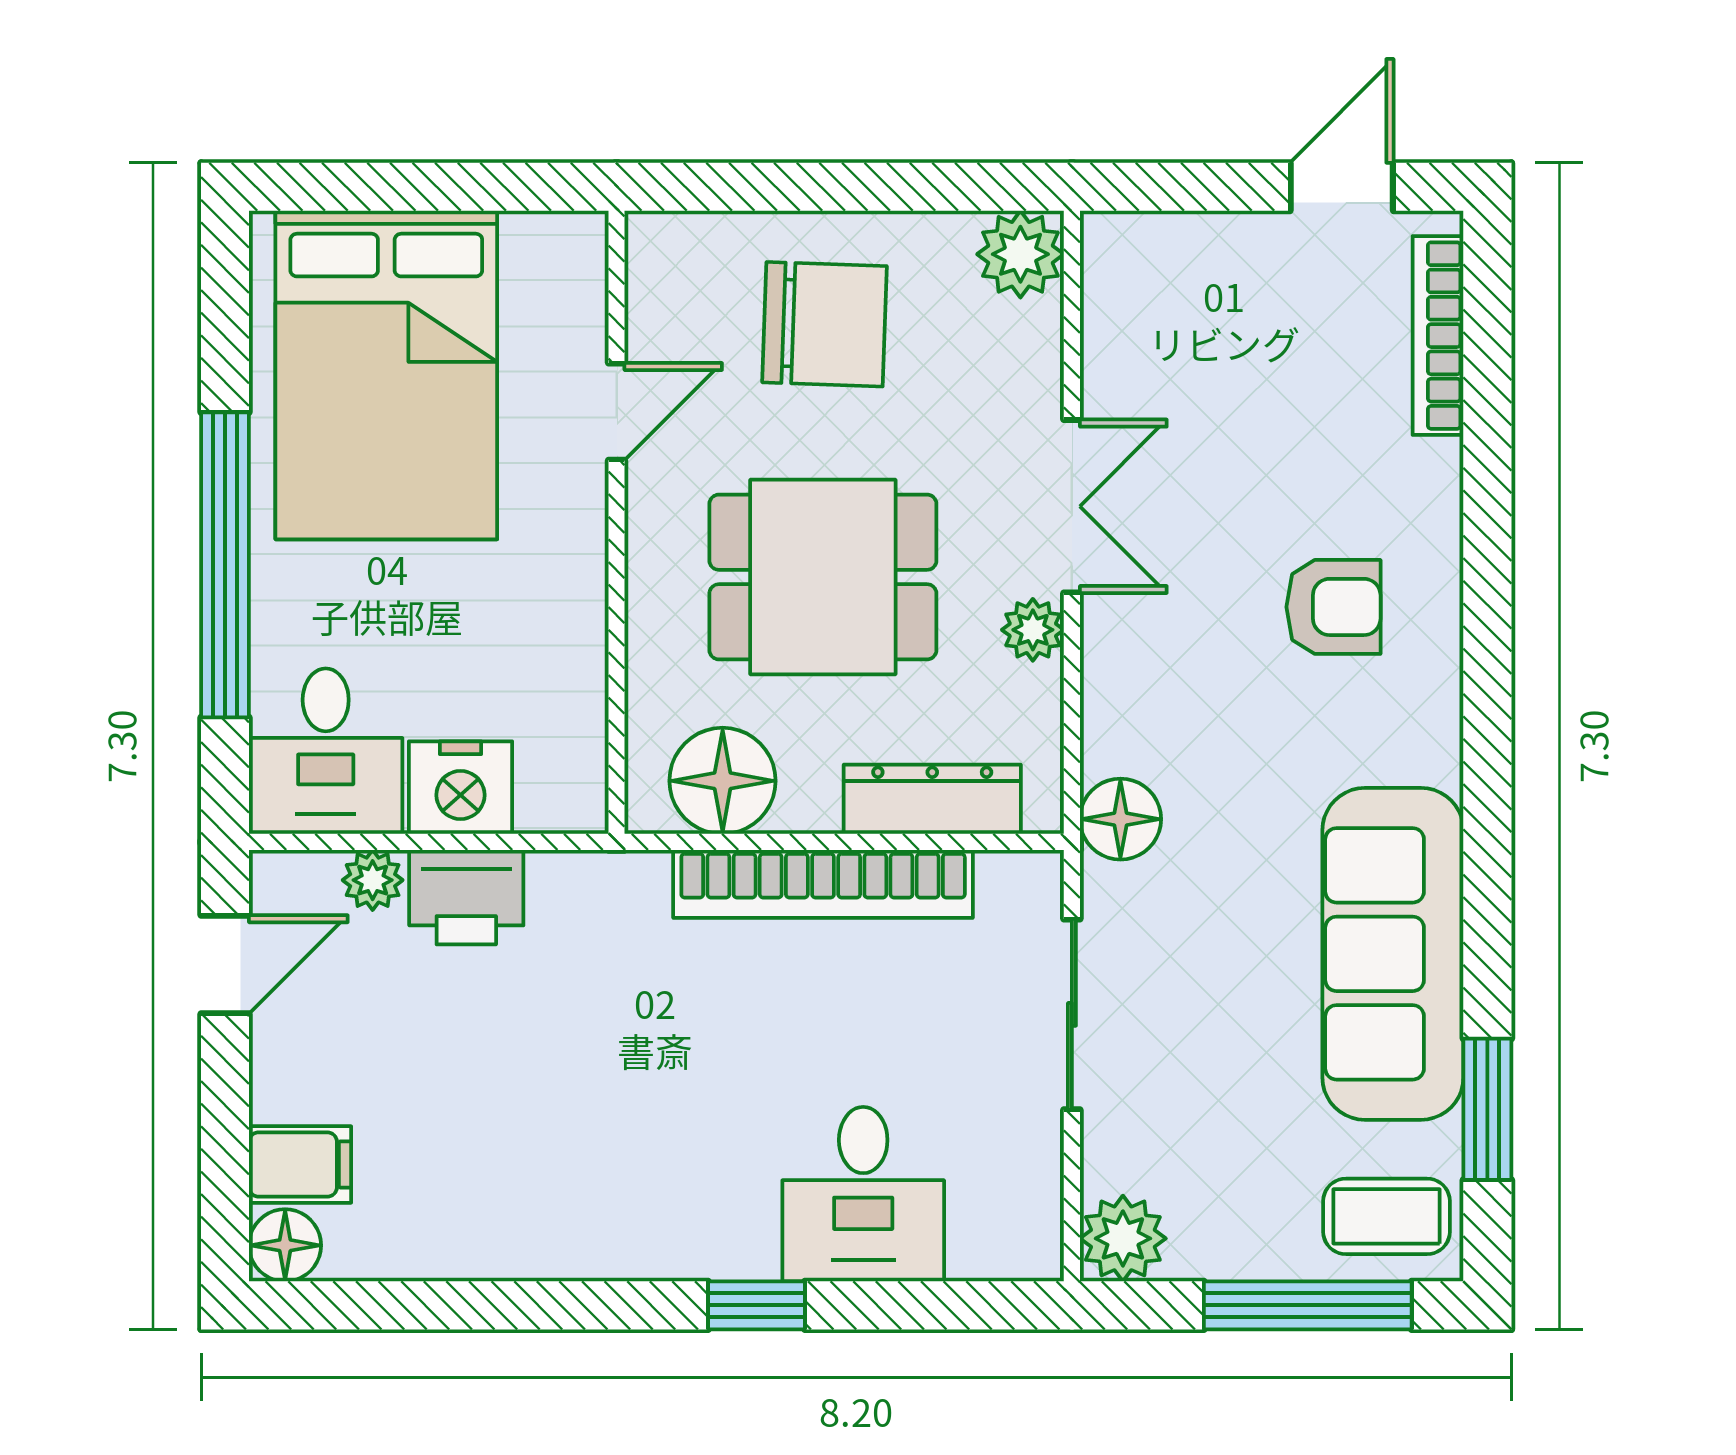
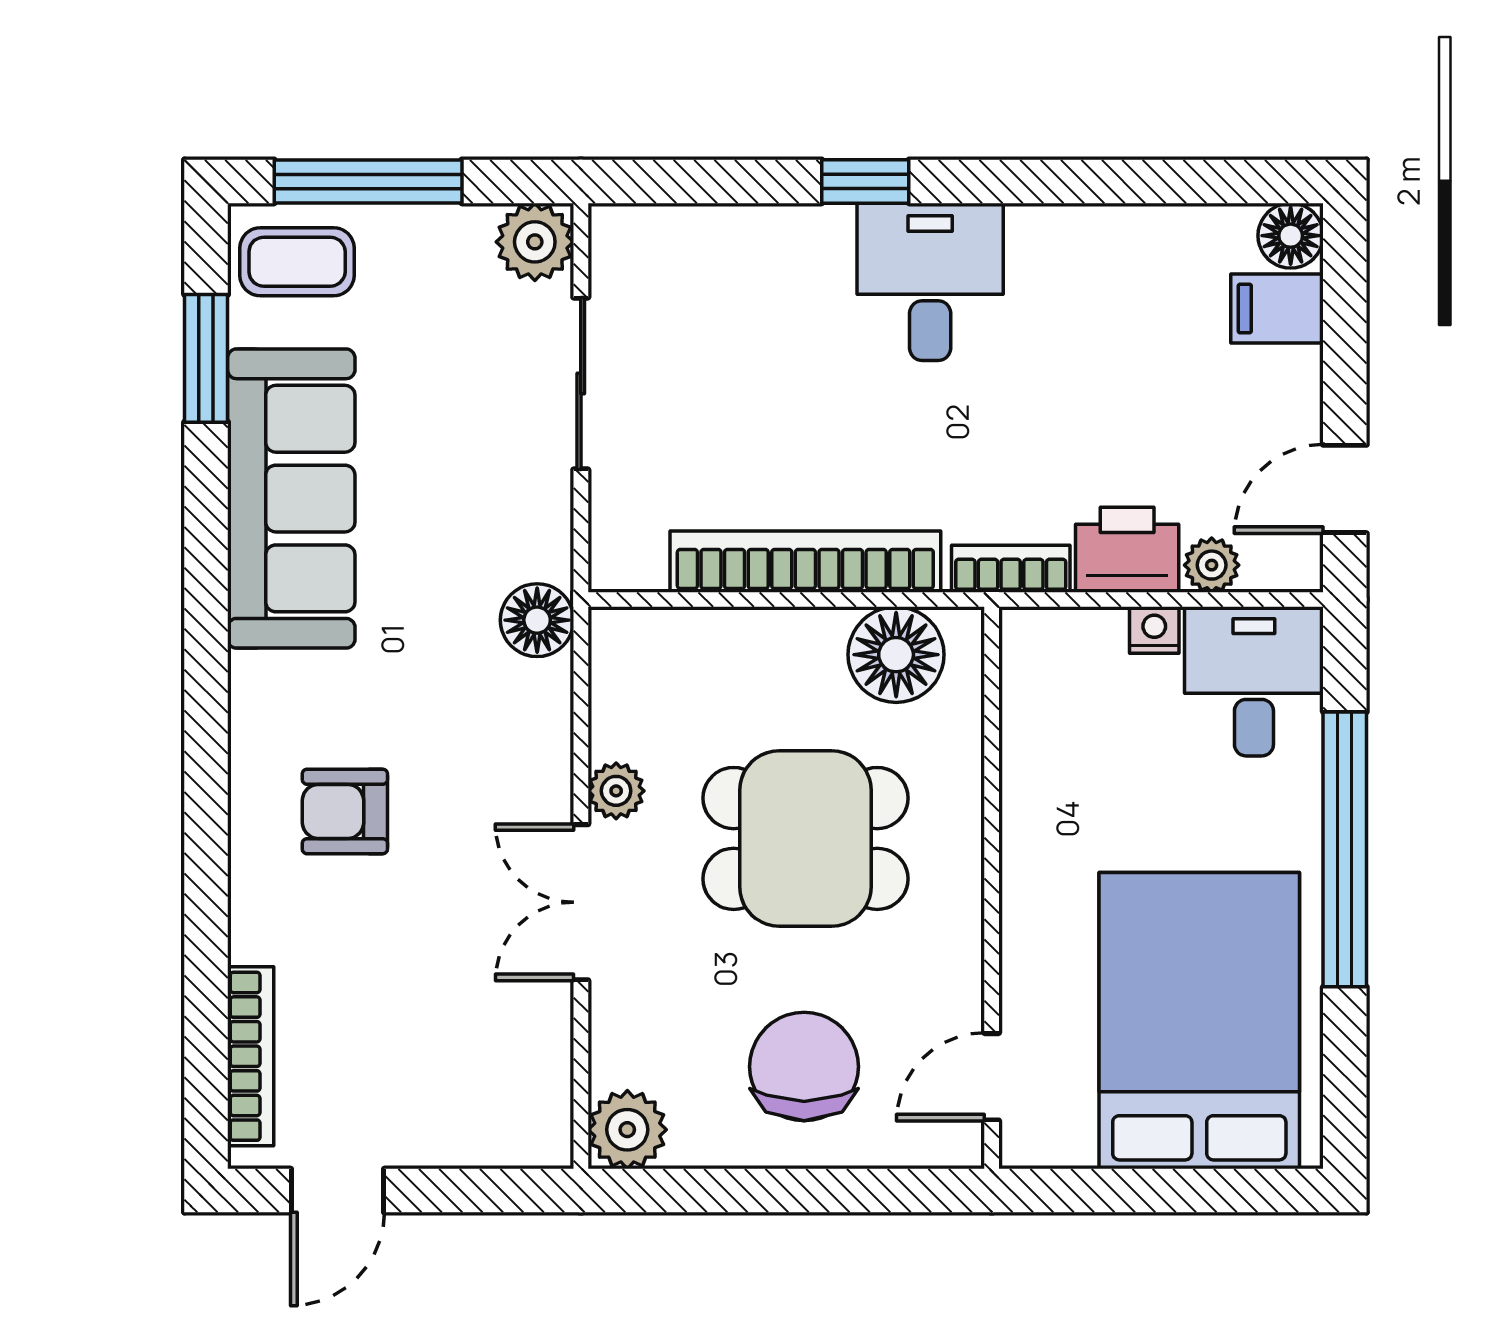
chair: (825, 324) -> (804, 1067), turned 88
door: (617, 412) -> (992, 1077), moved
nightstand: (461, 788) -> (1154, 630), width x0.53, depth x0.56
dresser: (932, 799) -> (707, 638), removed
bookcase: (595, 876) -> (1011, 569), added
sliding door: (1072, 1014) -> (581, 383), moved
desk: (863, 1194) -> (930, 282), moved

